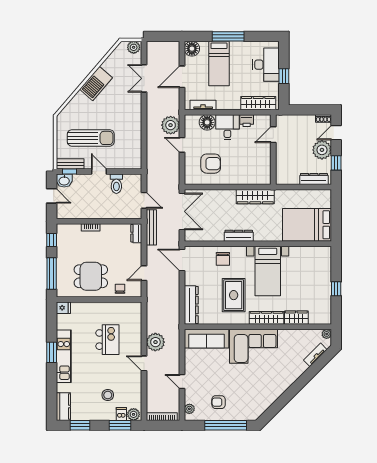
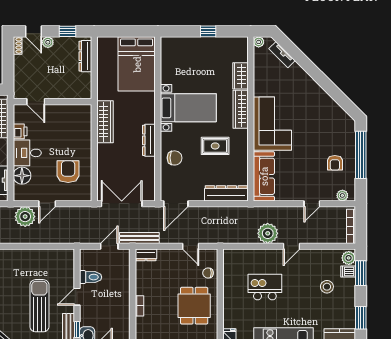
plant: (322, 150) -> (48, 42), width x0.53, depth x0.53
rug: (234, 295) -> (215, 146), width x0.73, depth x0.70

